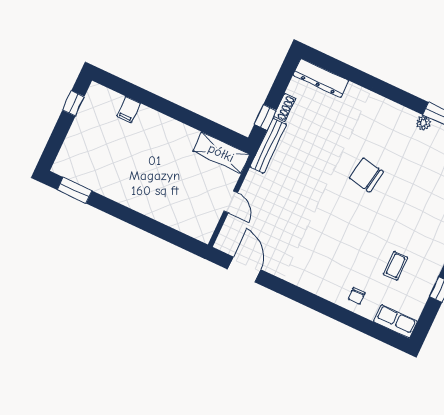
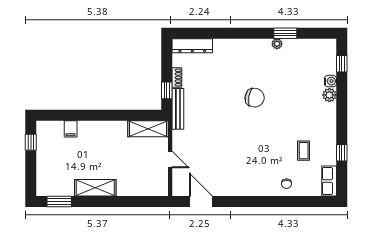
chair: (366, 175) -> (255, 98), turned 180
shelving: (125, 194) -> (95, 188), added
row of seats: (395, 322) -> (329, 181), moved, turned -90

